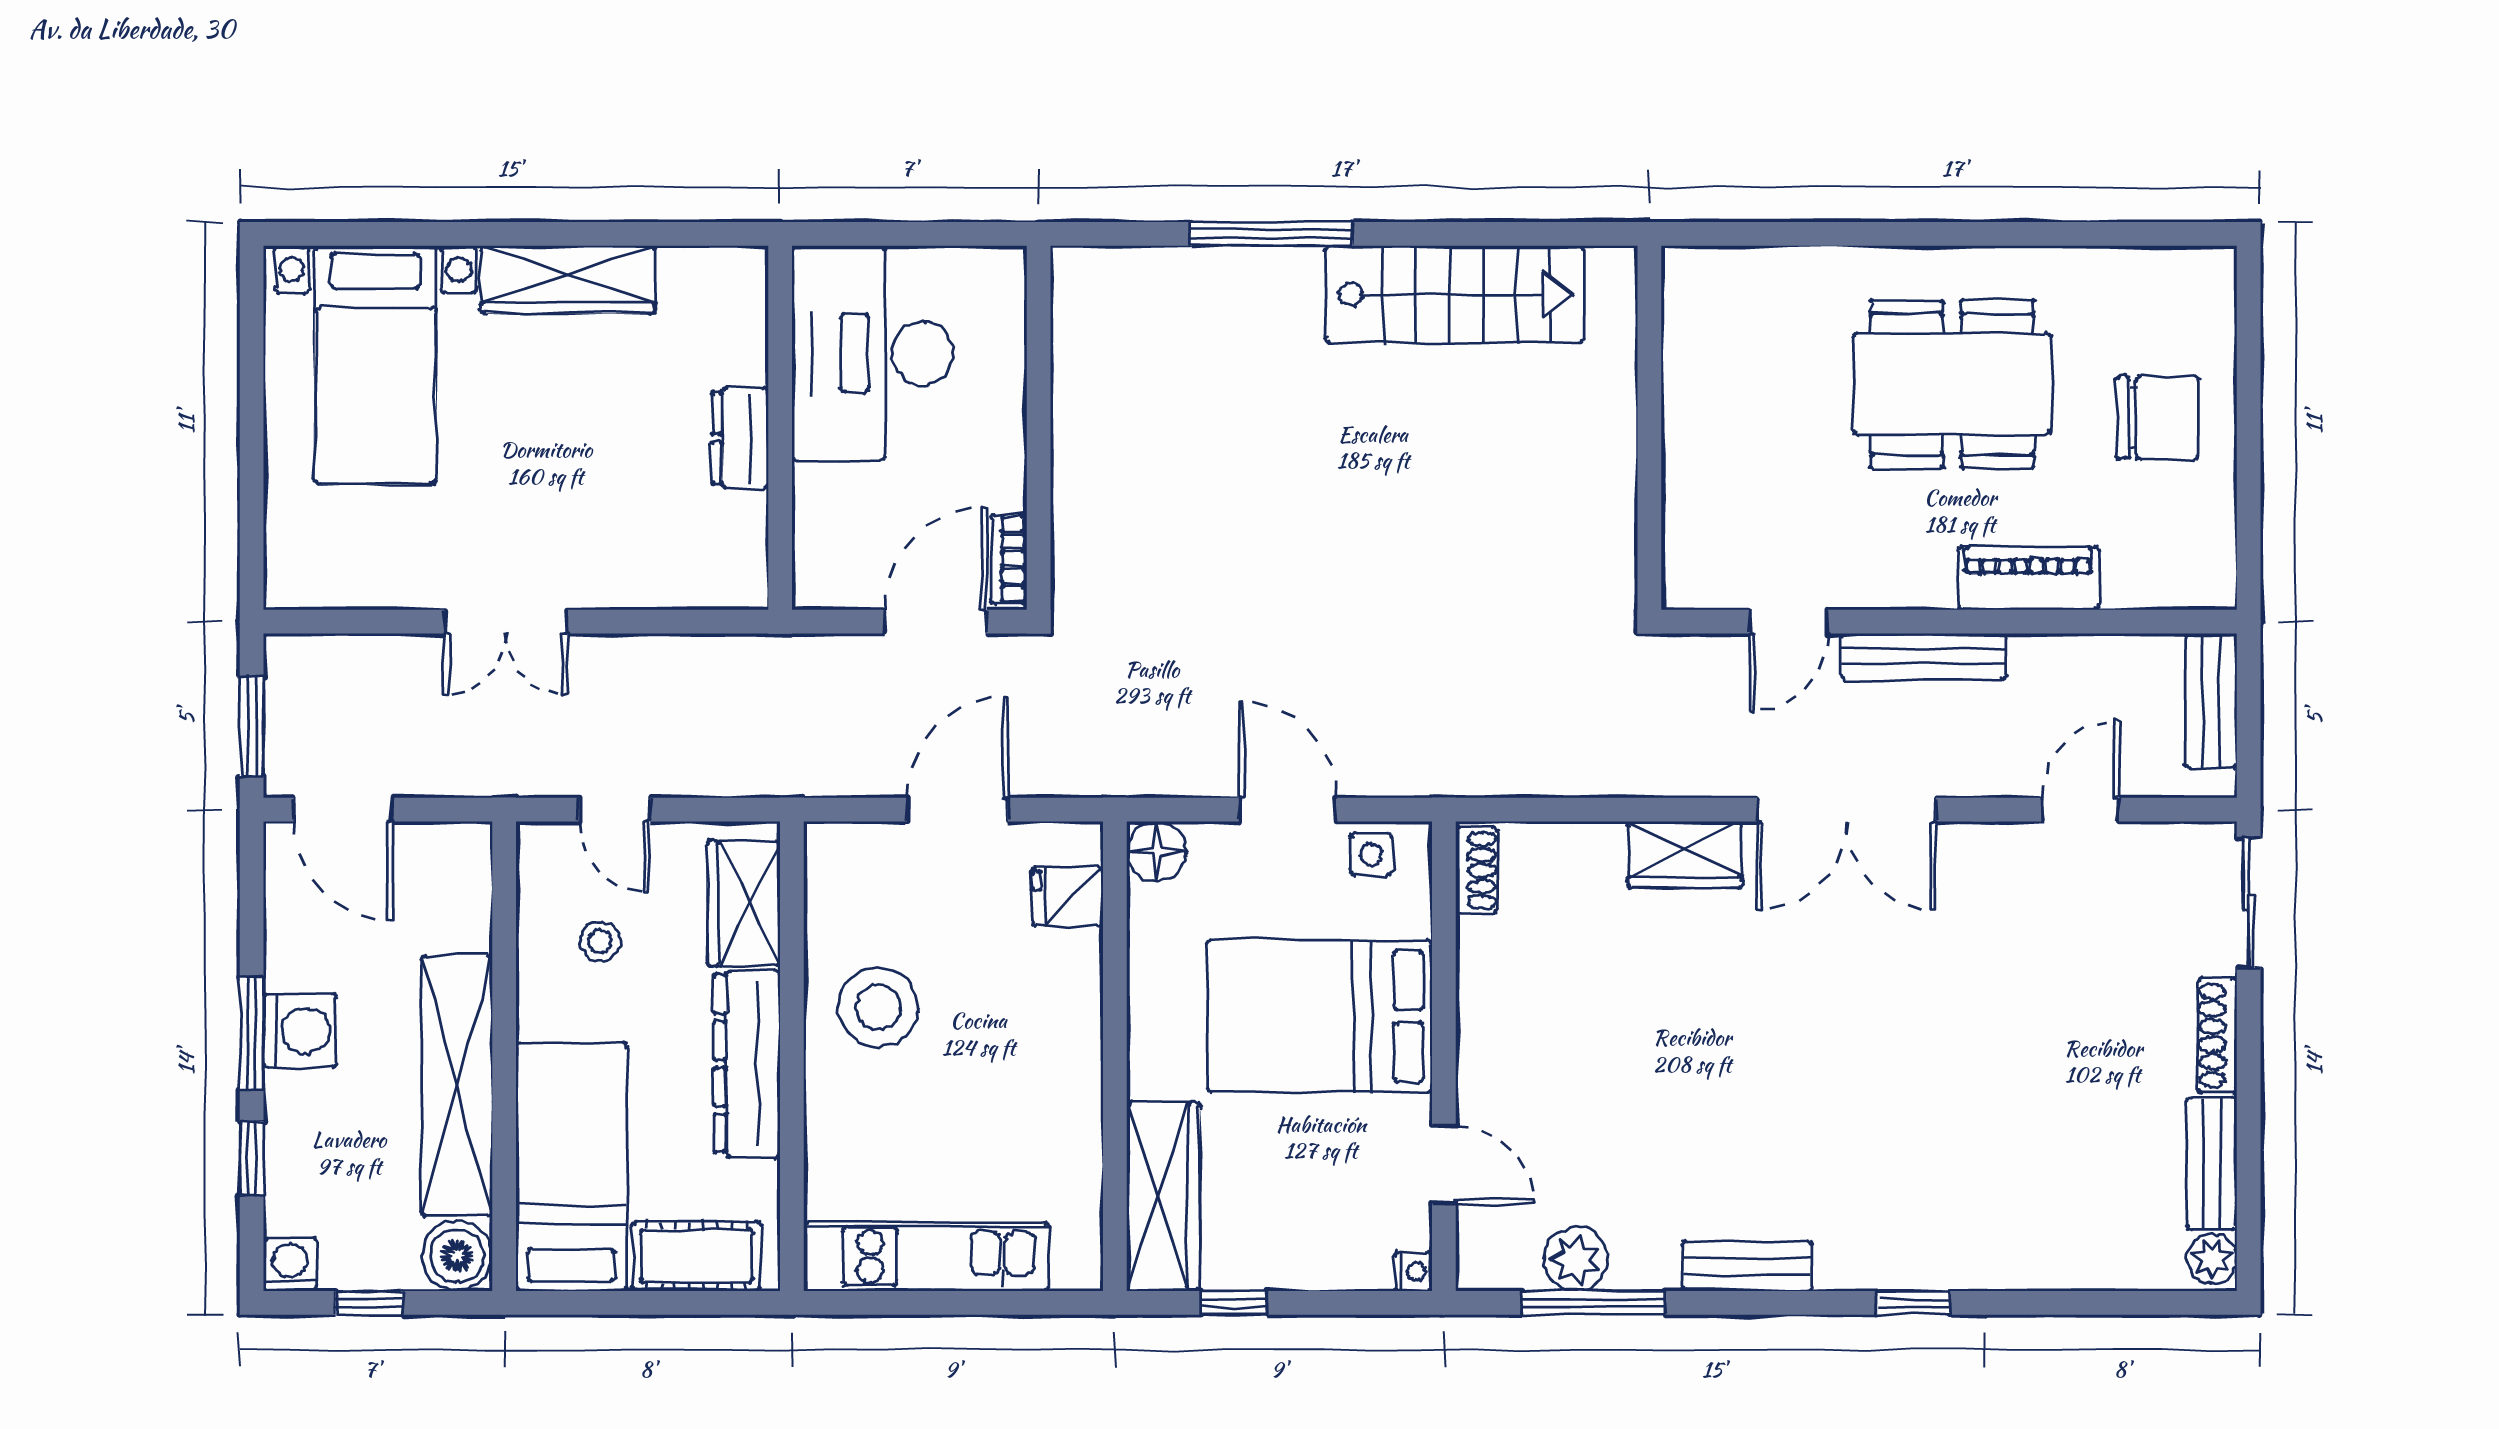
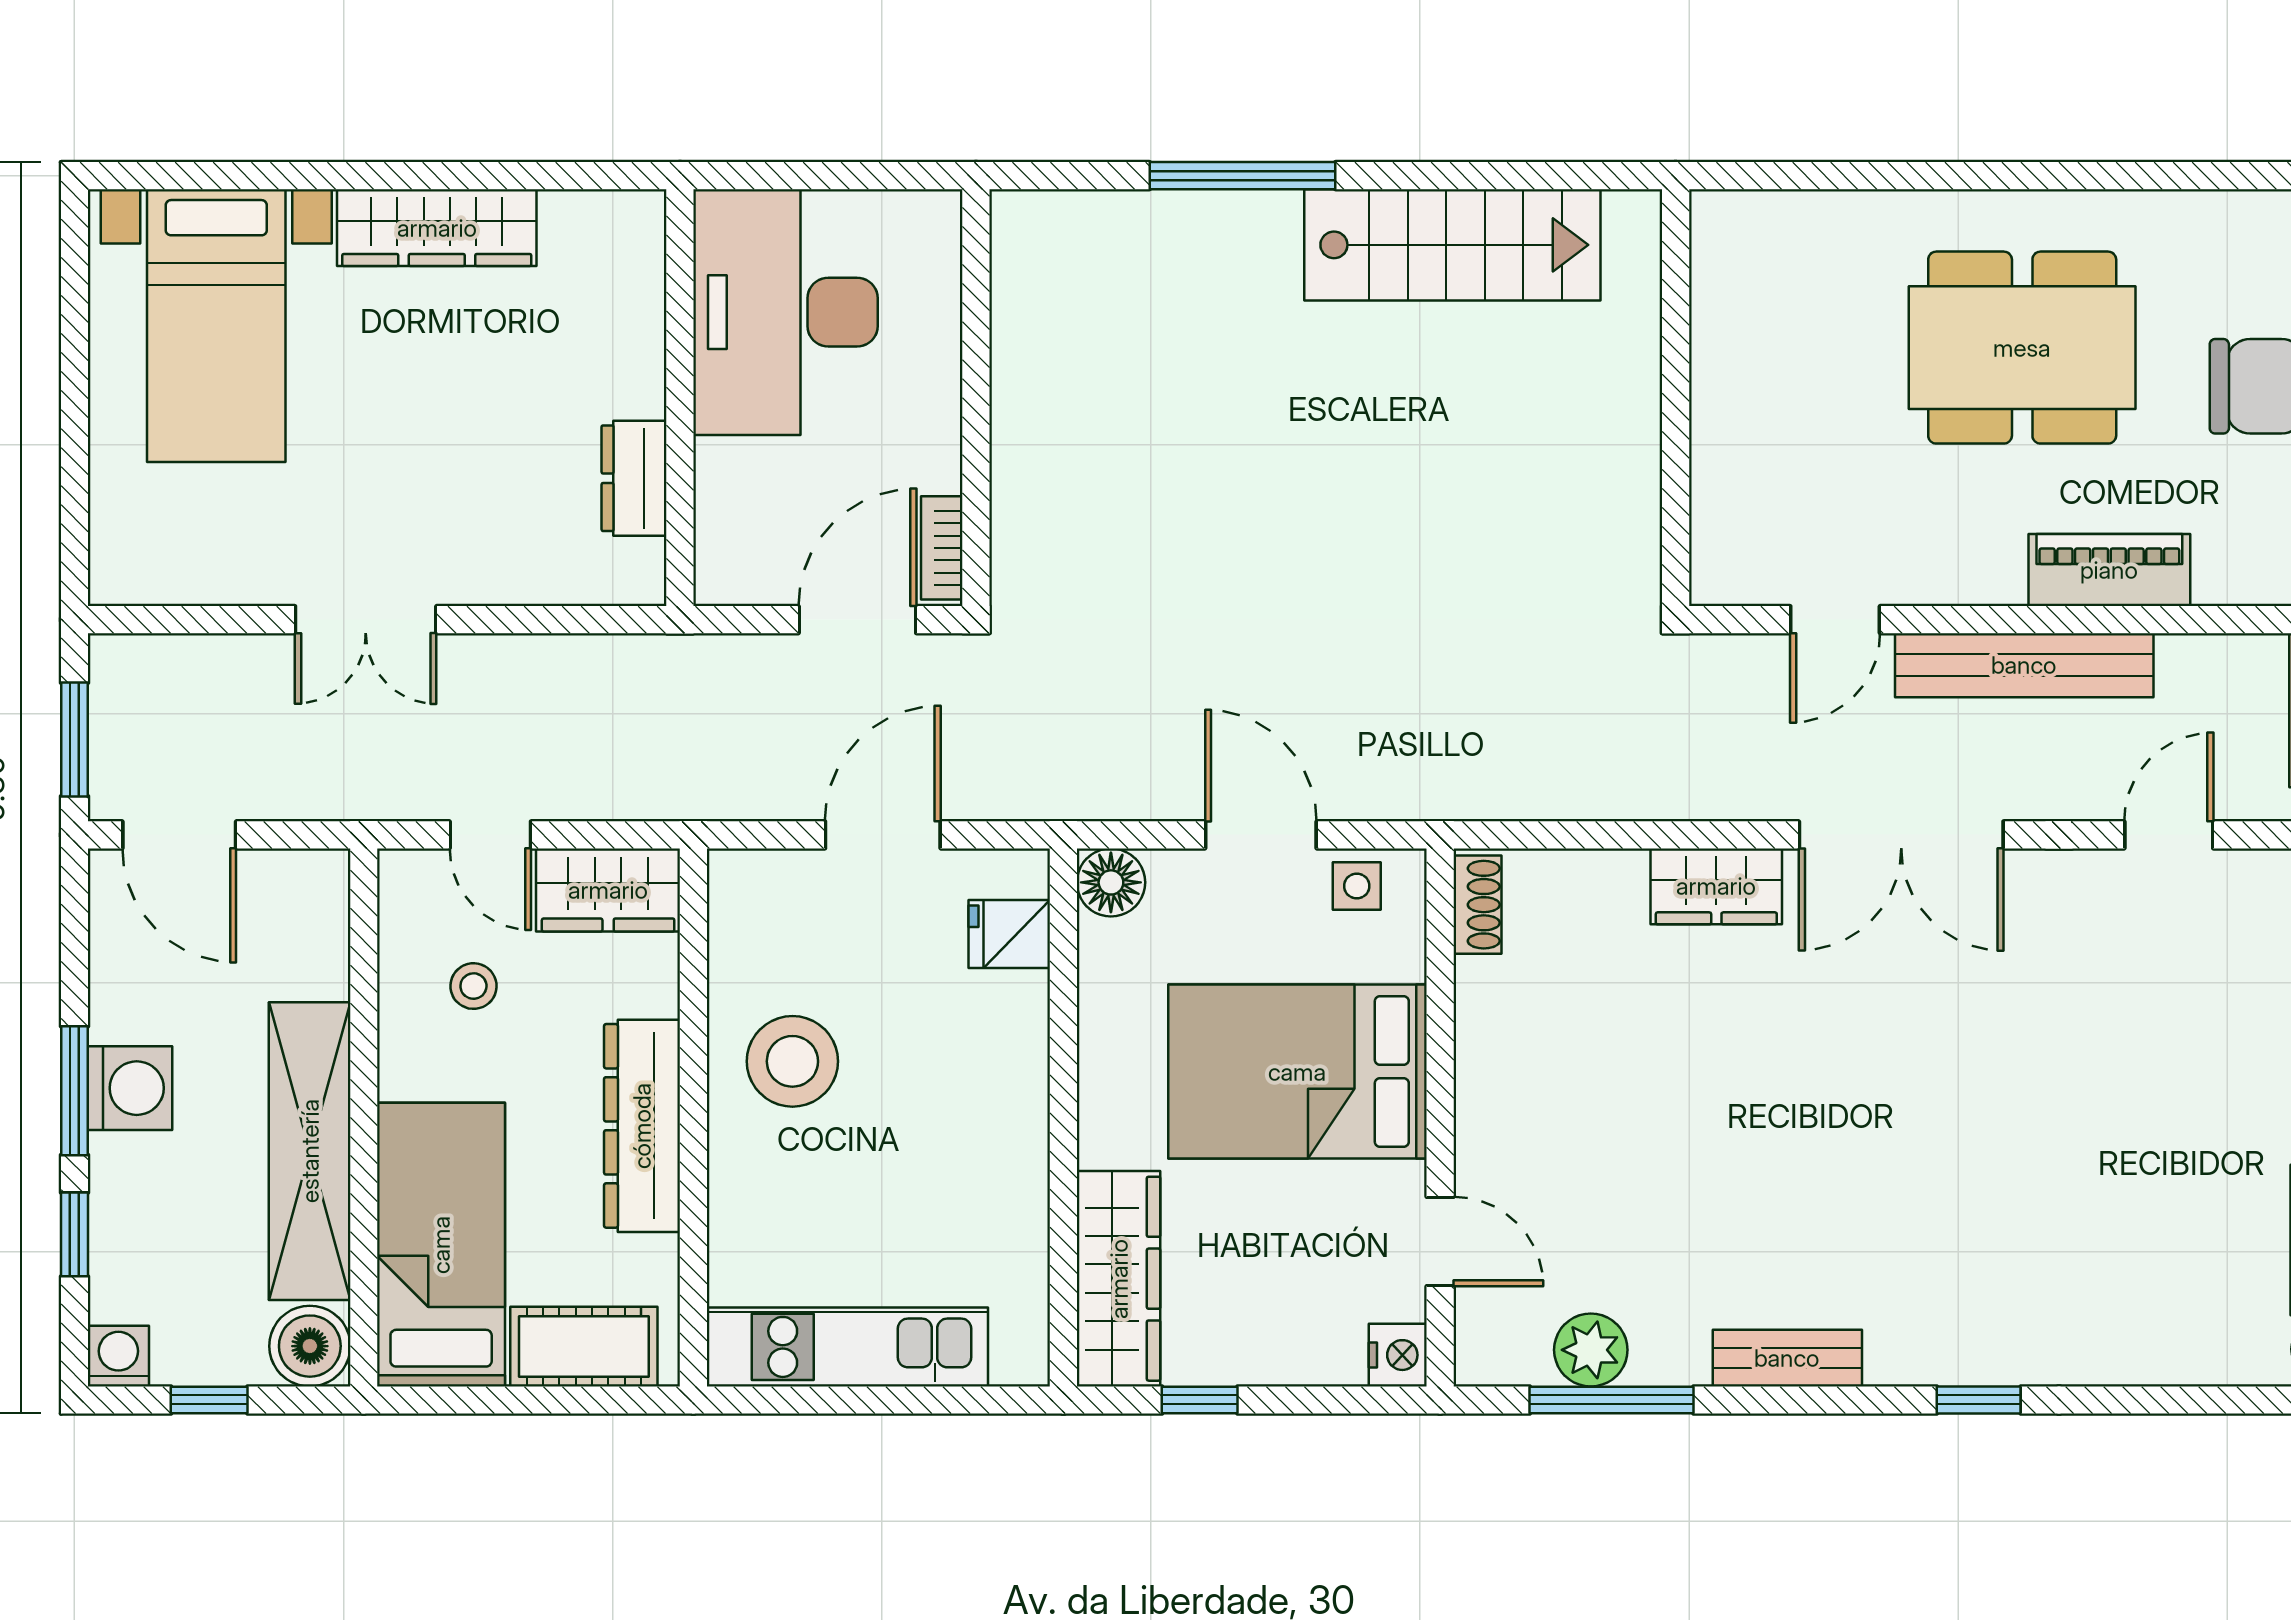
dresser: (740, 438) -> (634, 478), moved
bench: (1924, 656) -> (2024, 665), width x1.37, depth x1.21
wardrobe: (744, 903) -> (608, 890), moved, turned -90
nightstand: (1413, 1271) -> (1398, 1355), width x1.39, depth x1.35

